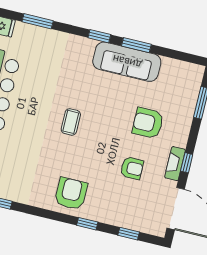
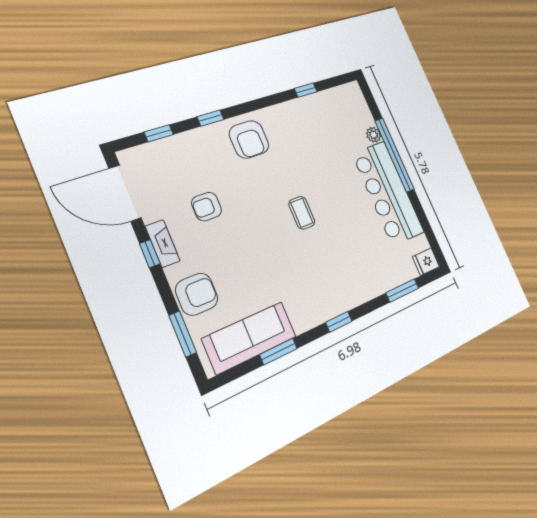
window: (136, 45) -> (278, 351), moved
sofa: (127, 62) -> (250, 338), moved
armchair: (148, 123) -> (197, 294), moved

